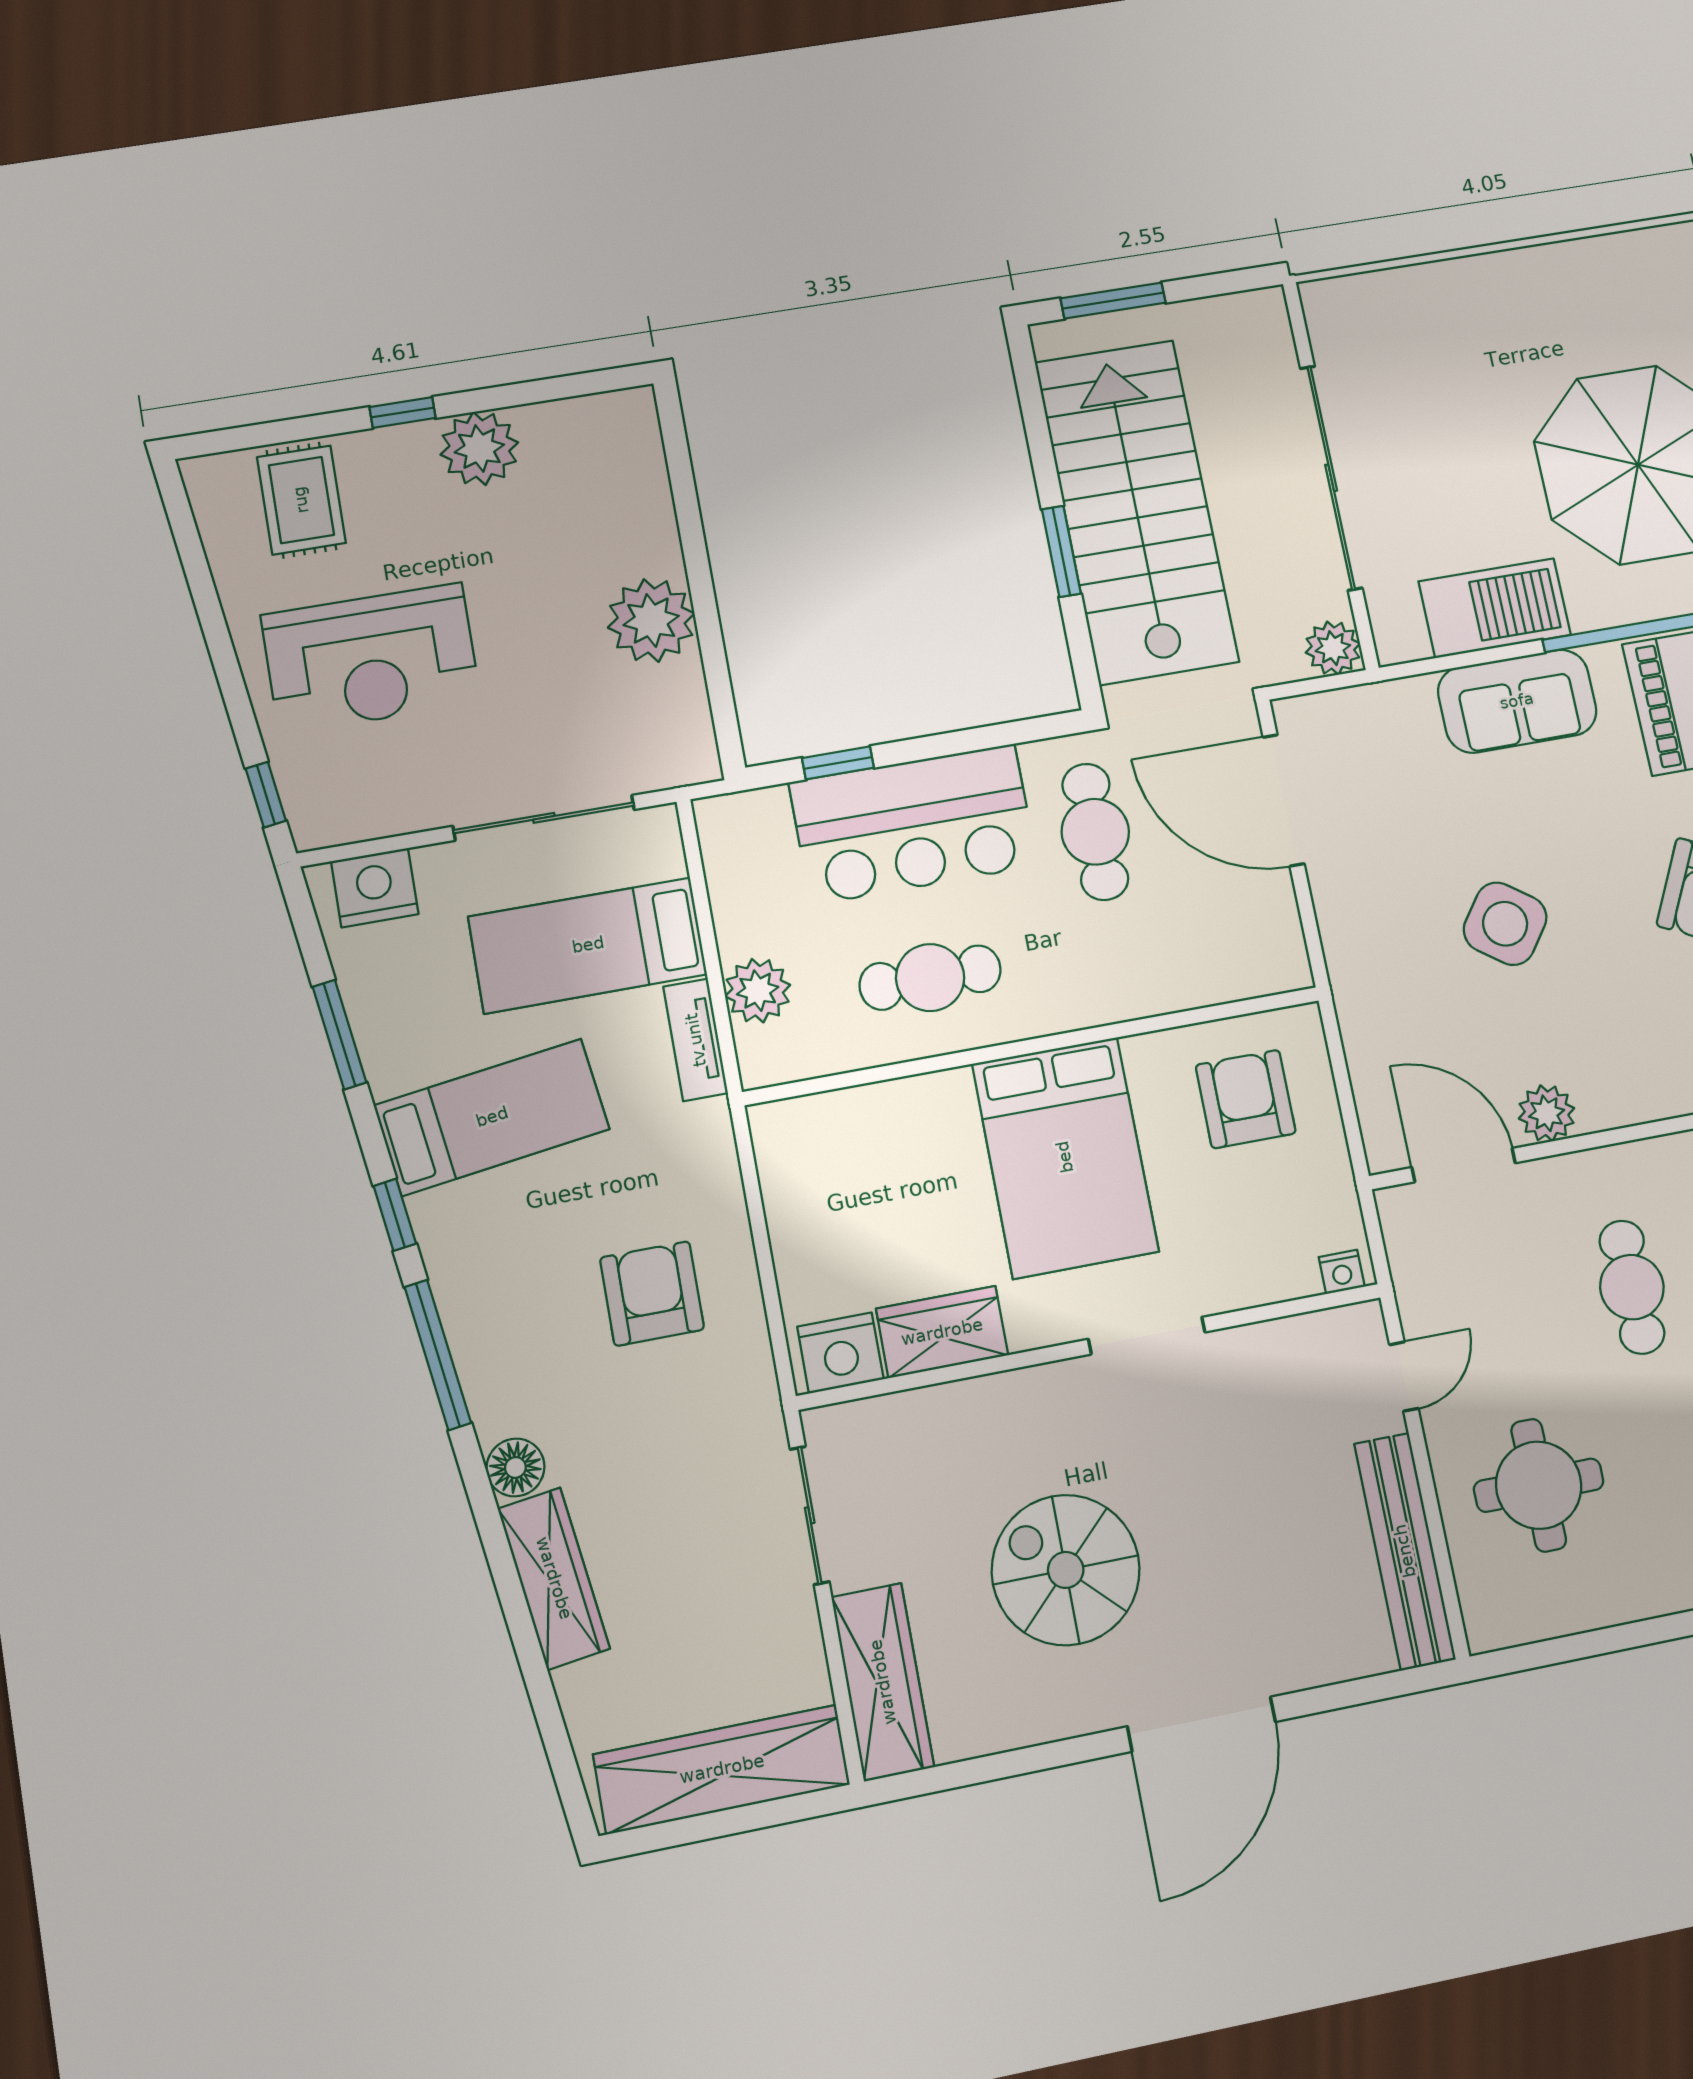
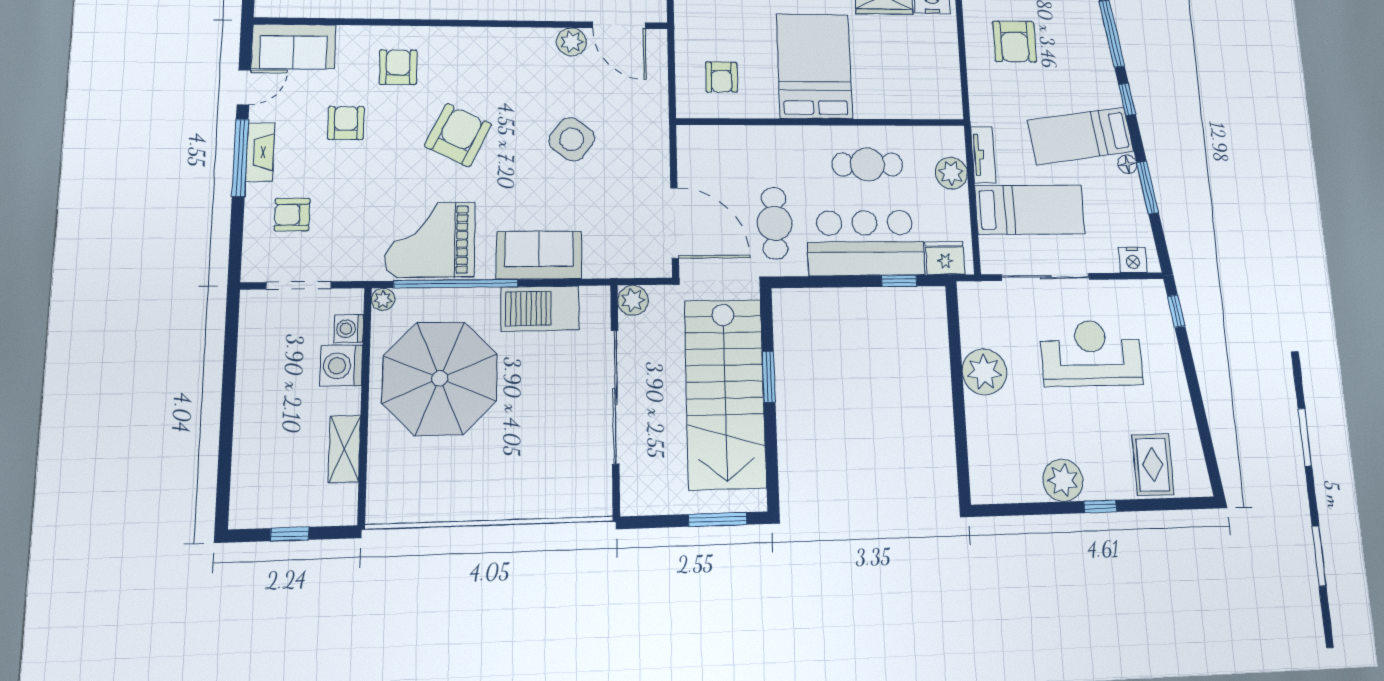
reception desk: (371, 659) -> (1091, 353), moved
fridge: (752, 821) -> (945, 258), added
nightstand: (375, 888) -> (1133, 260), width x0.74, depth x0.75
floor lamp: (386, 1076) -> (1127, 164), added
armchair: (1246, 1099) -> (721, 77), width x0.72, depth x0.72

